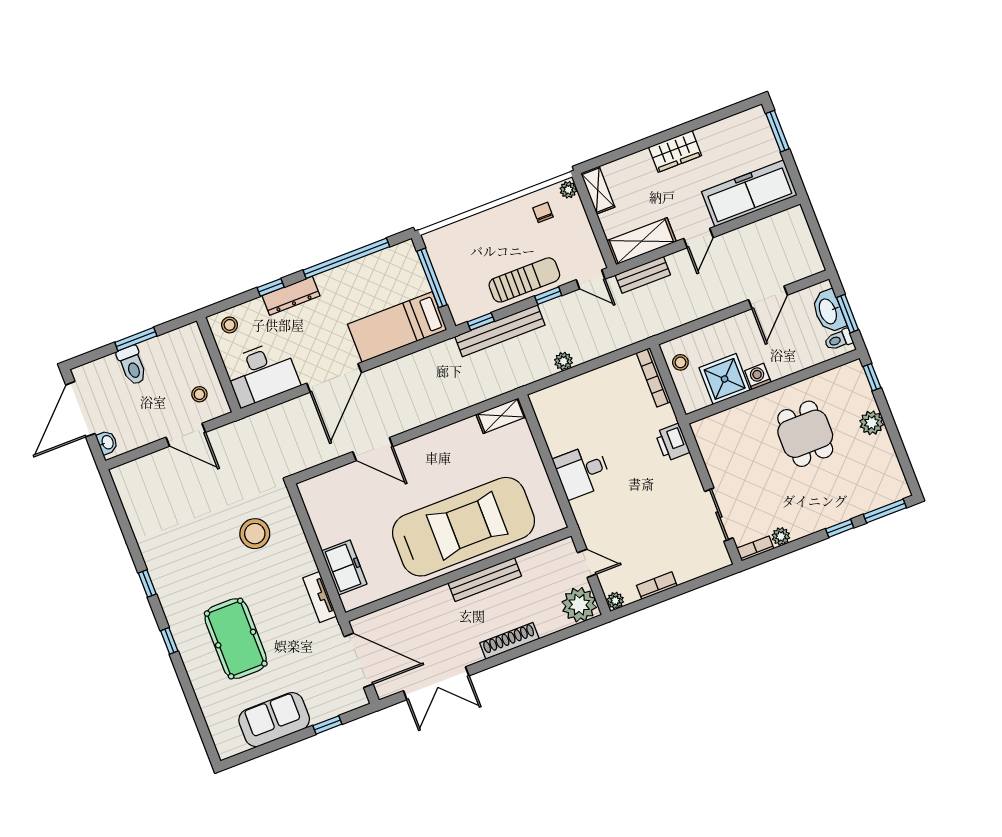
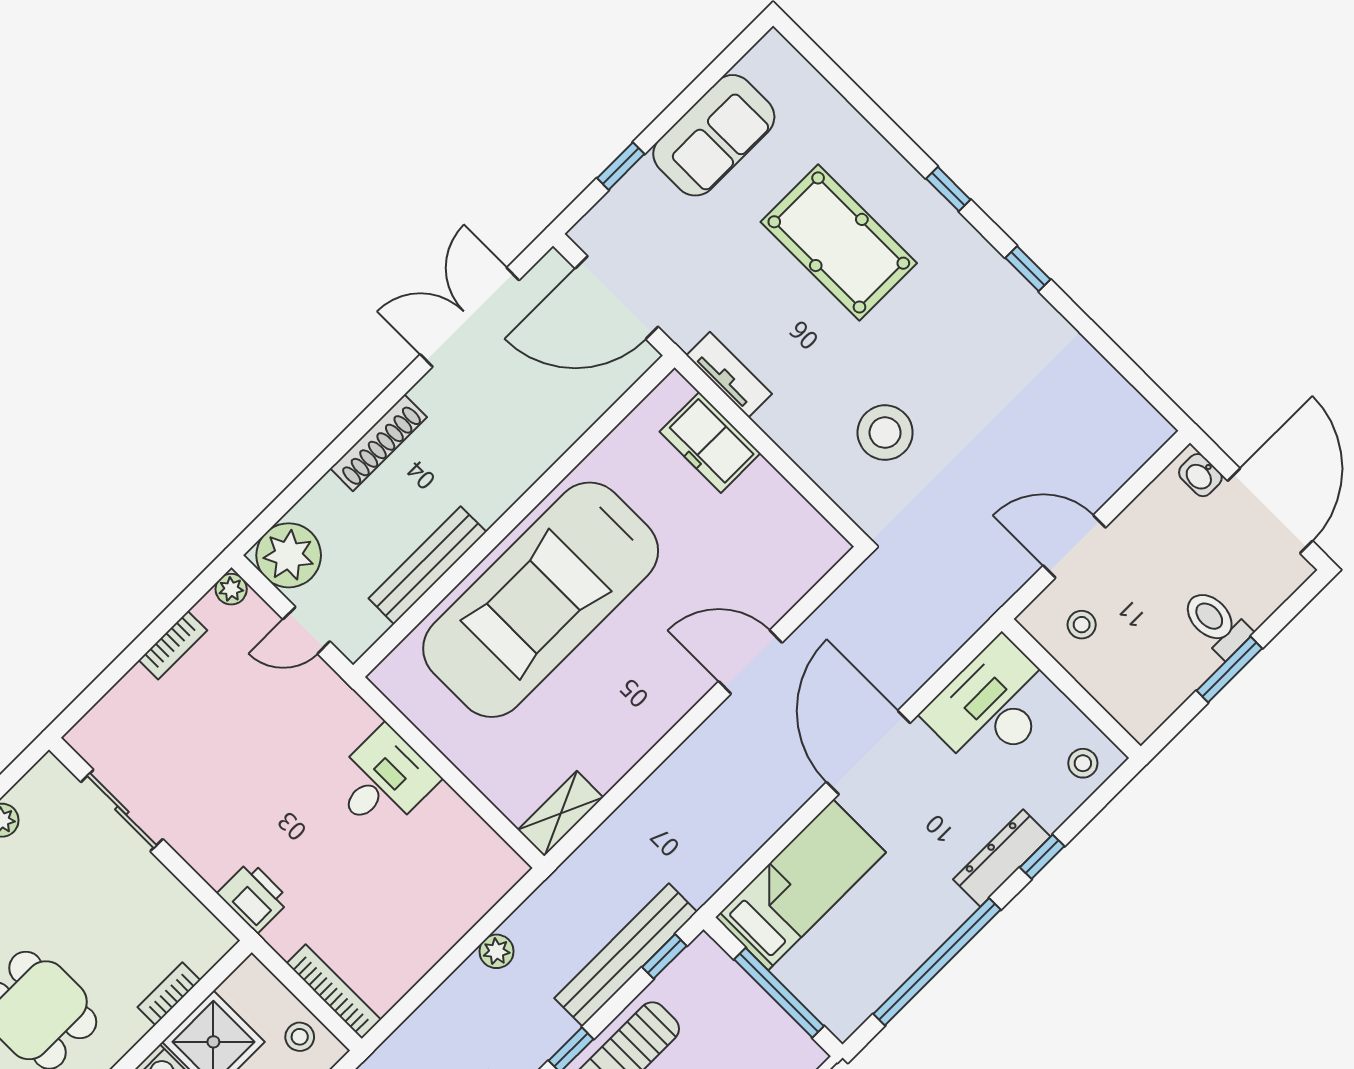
bookcase: (755, 548) -> (169, 994), moved, turned 180
bench: (485, 580) -> (427, 565), moved

